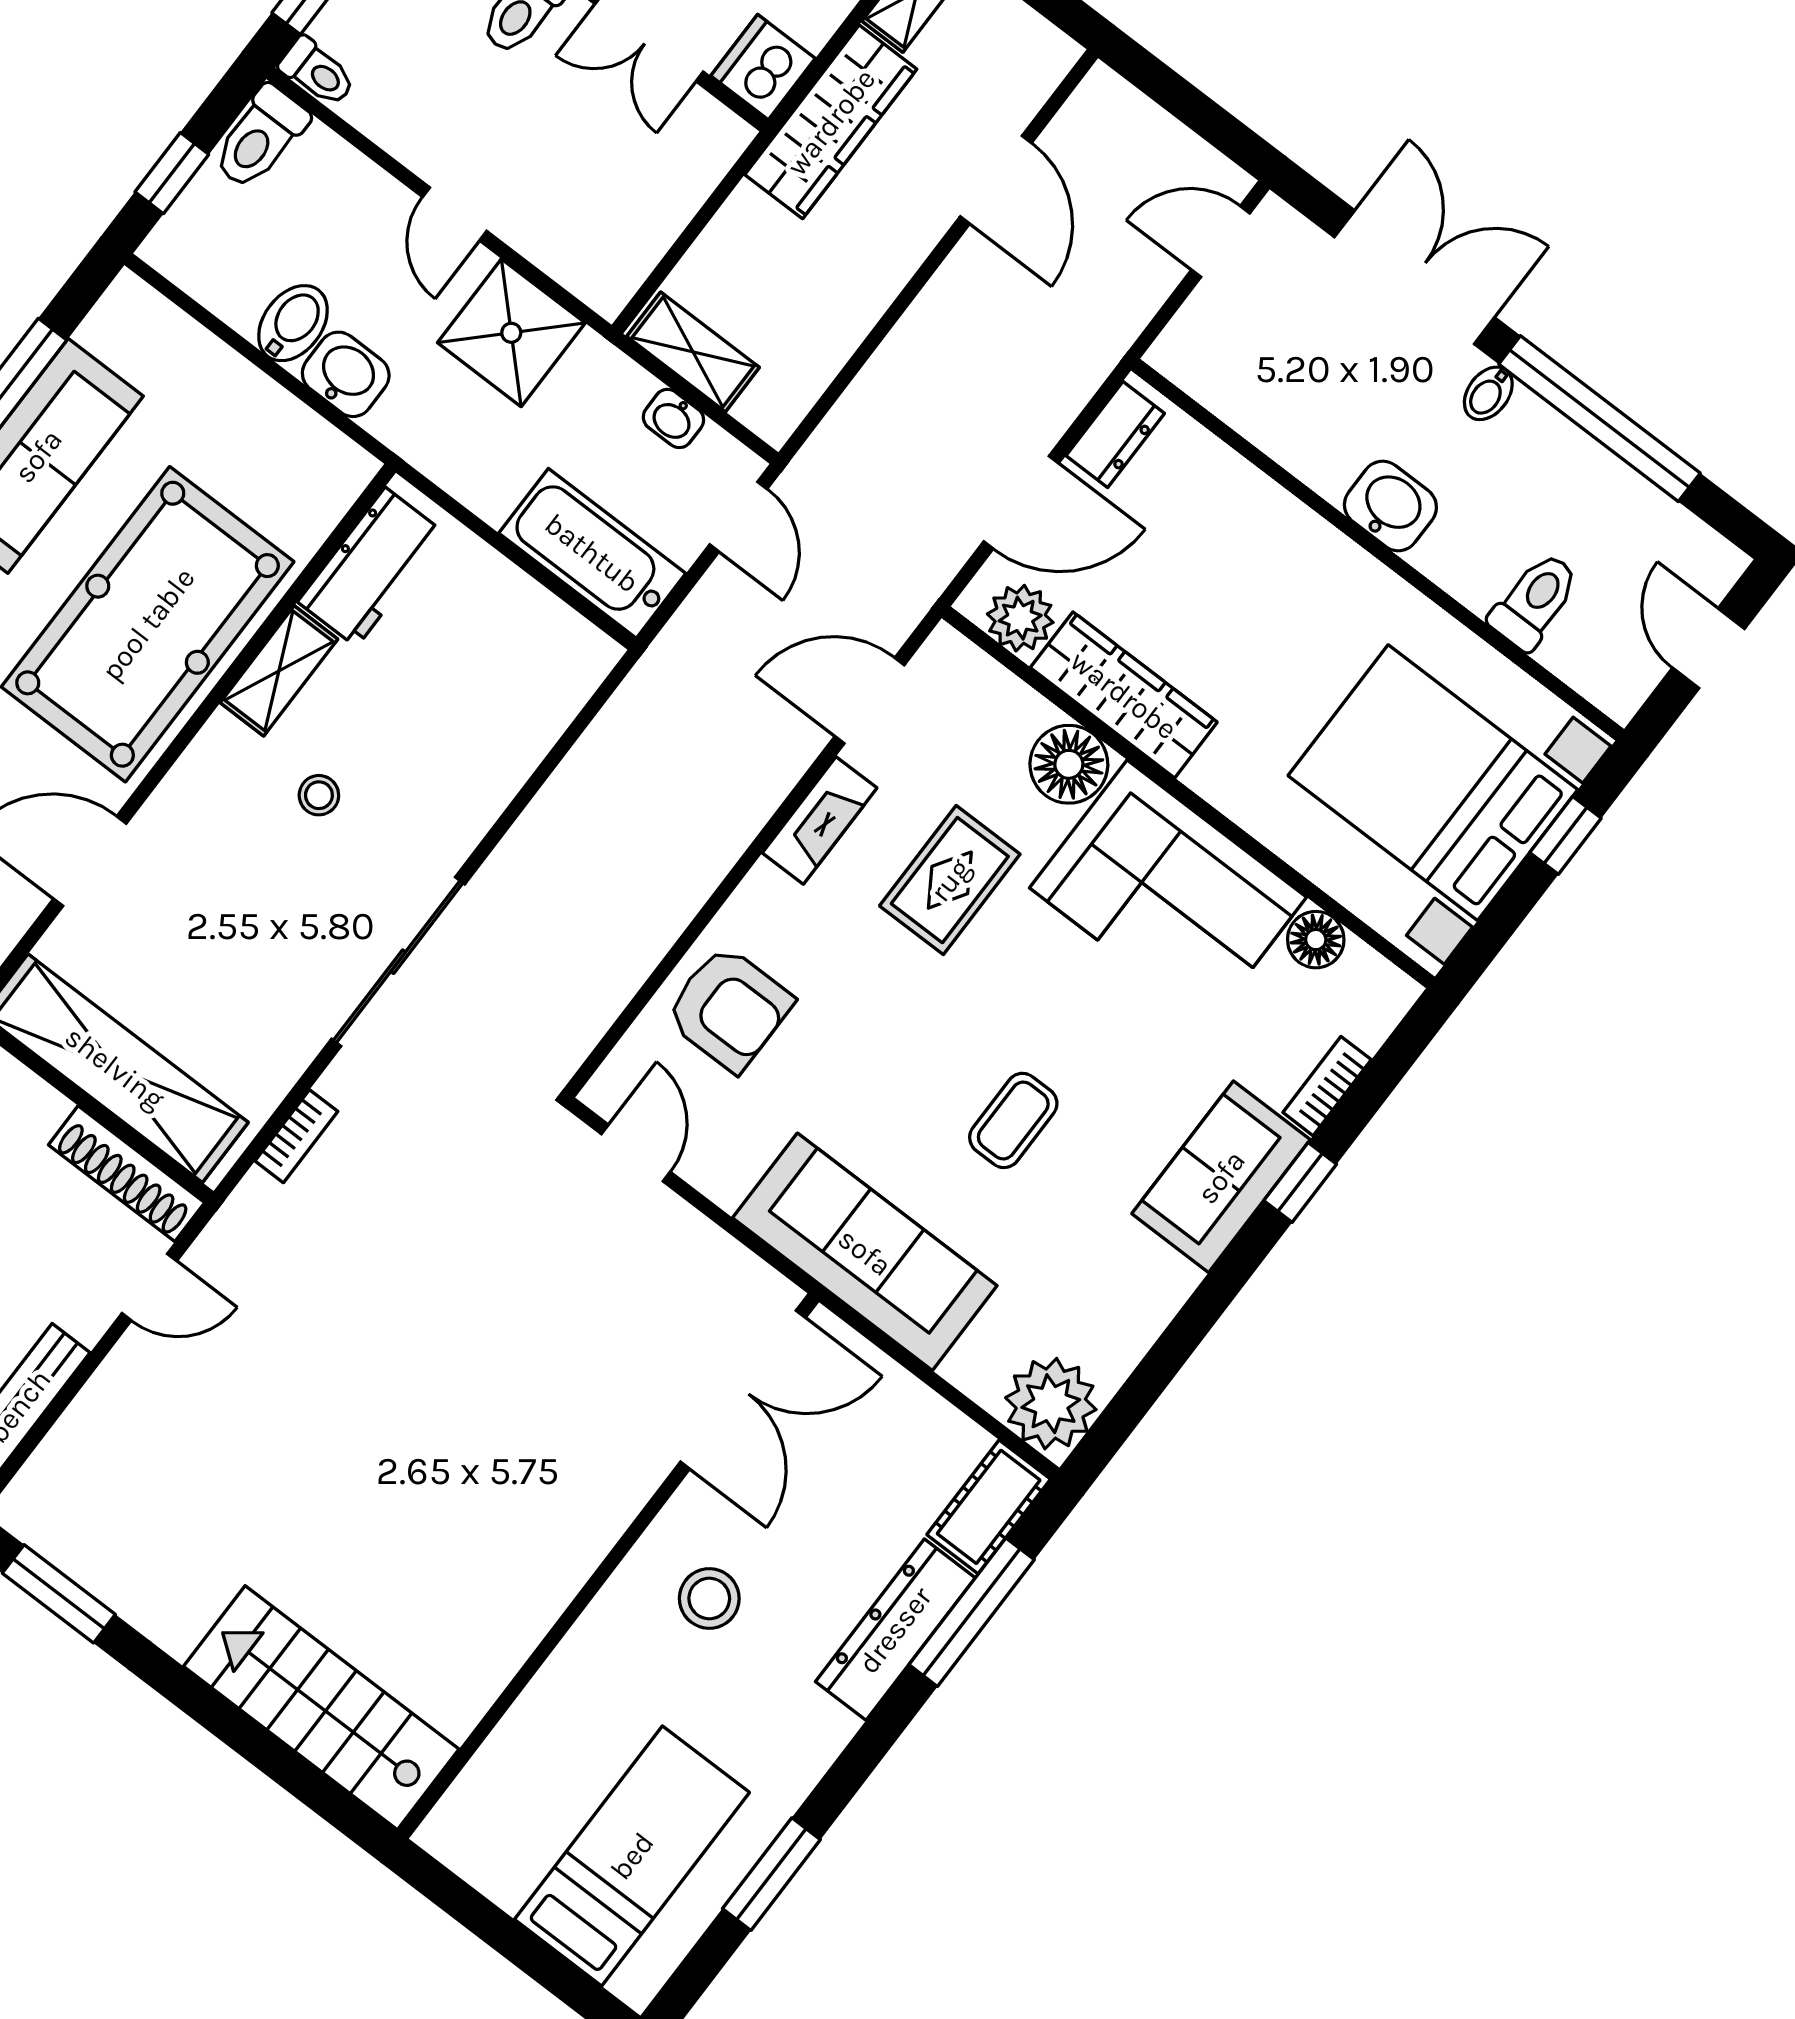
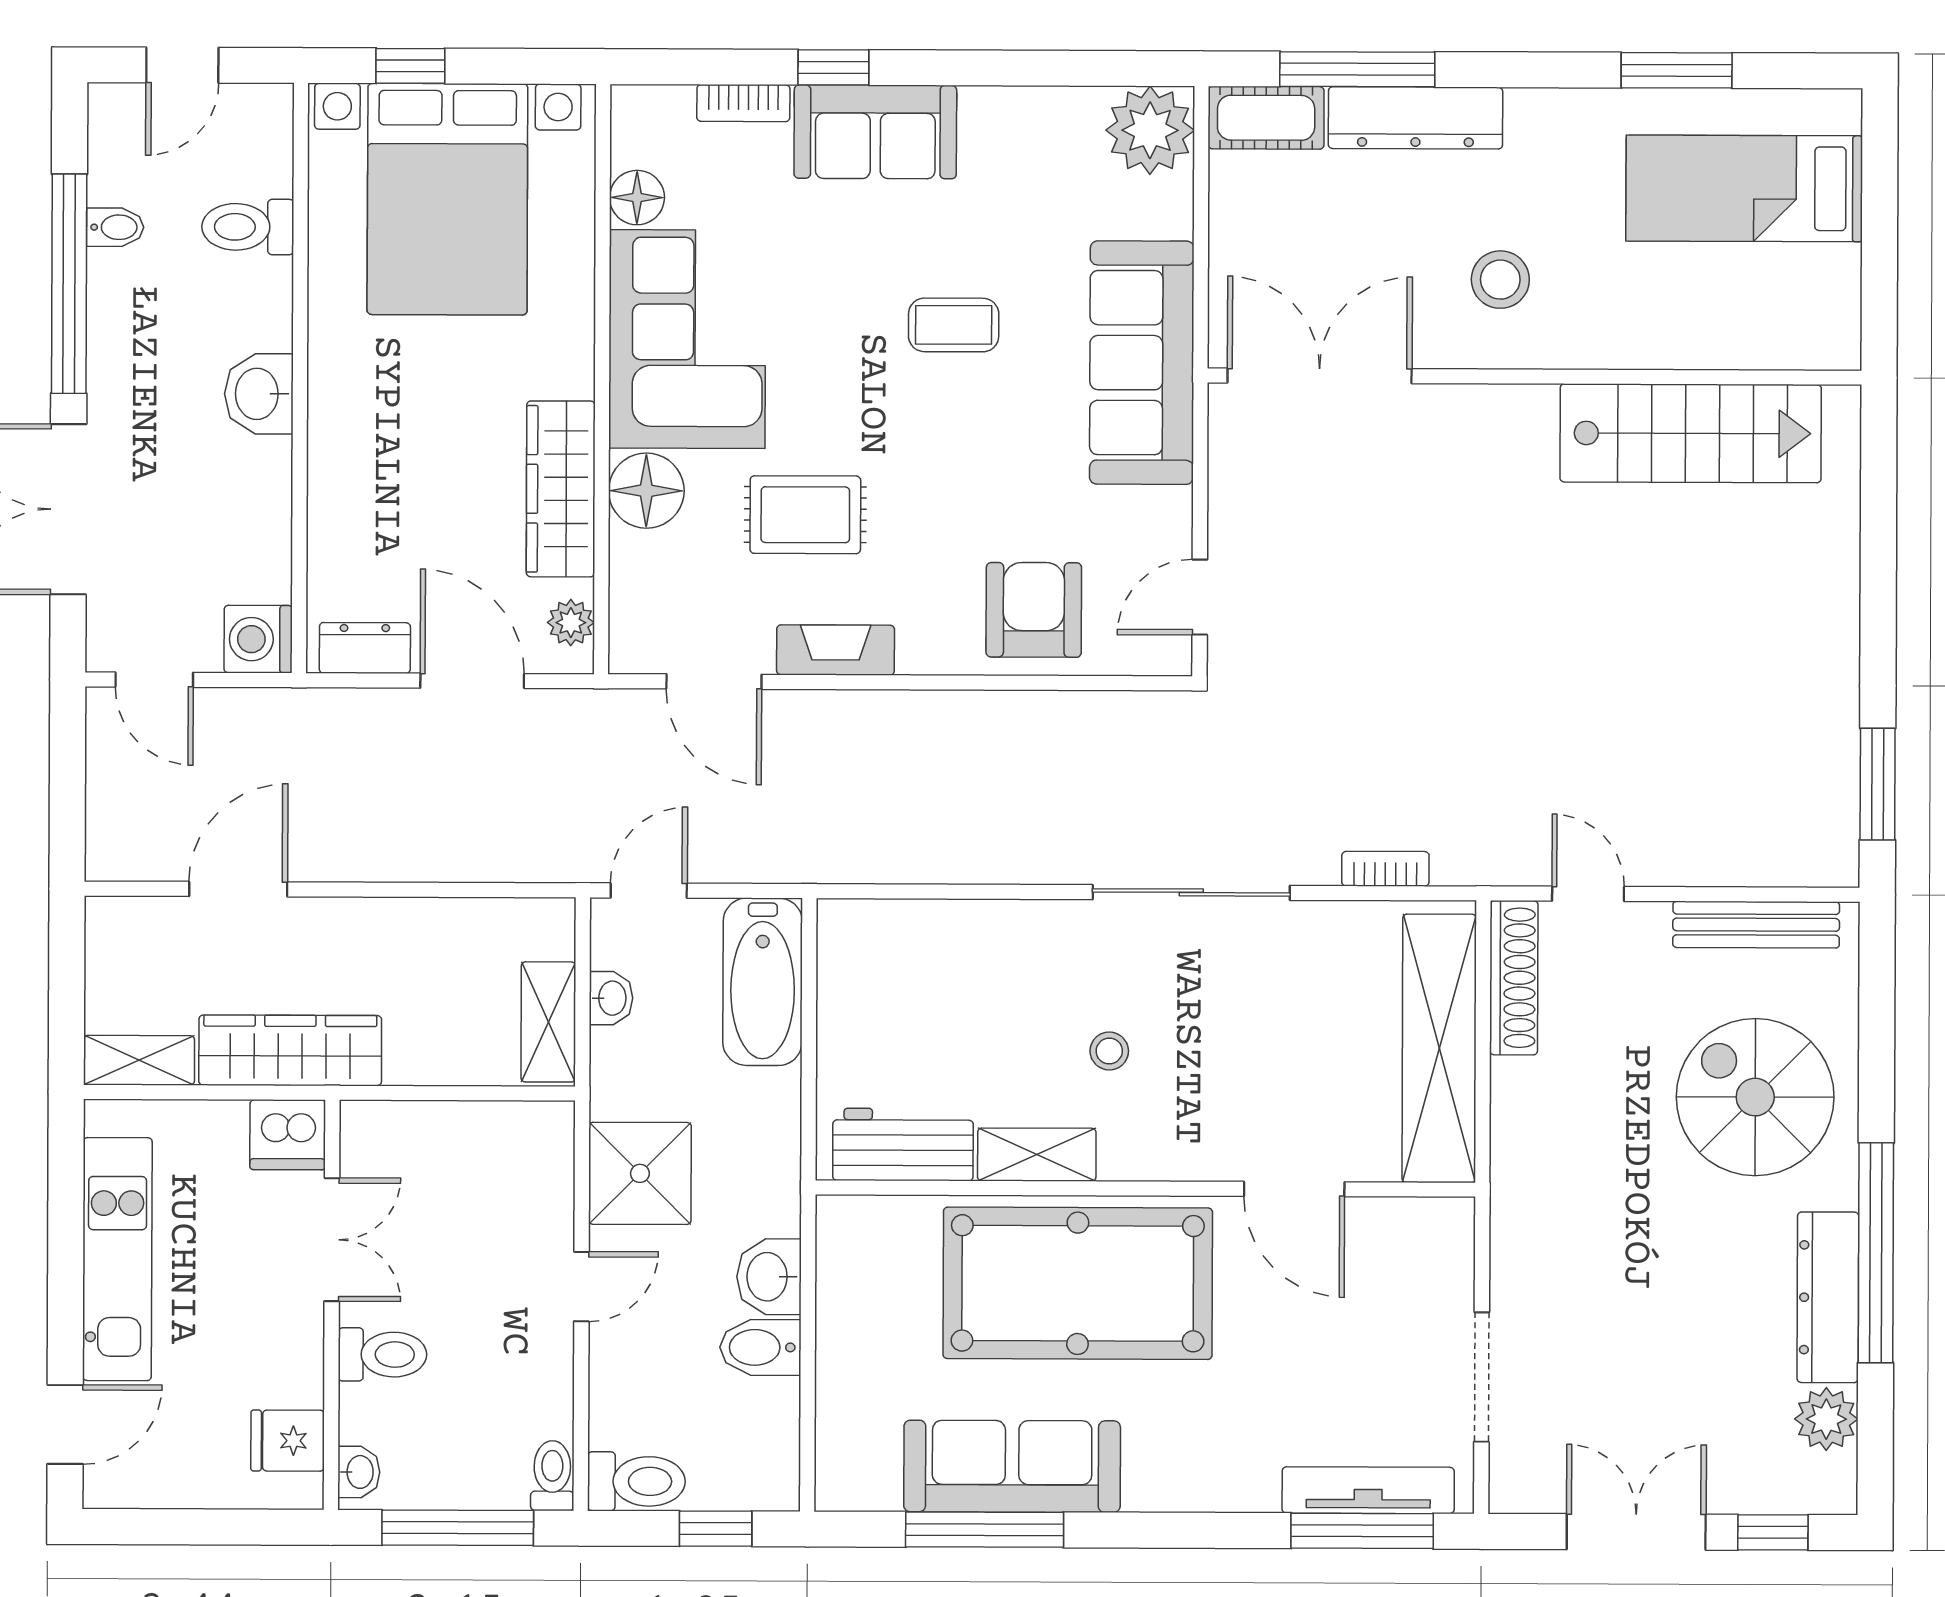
washing machine: (1189, 352) -> (258, 639), added
bidet: (1488, 393) -> (115, 227), moved
plant: (1020, 618) -> (571, 623), width x0.73, depth x0.73
stairs: (321, 1708) -> (1691, 433), moved, turned -90

